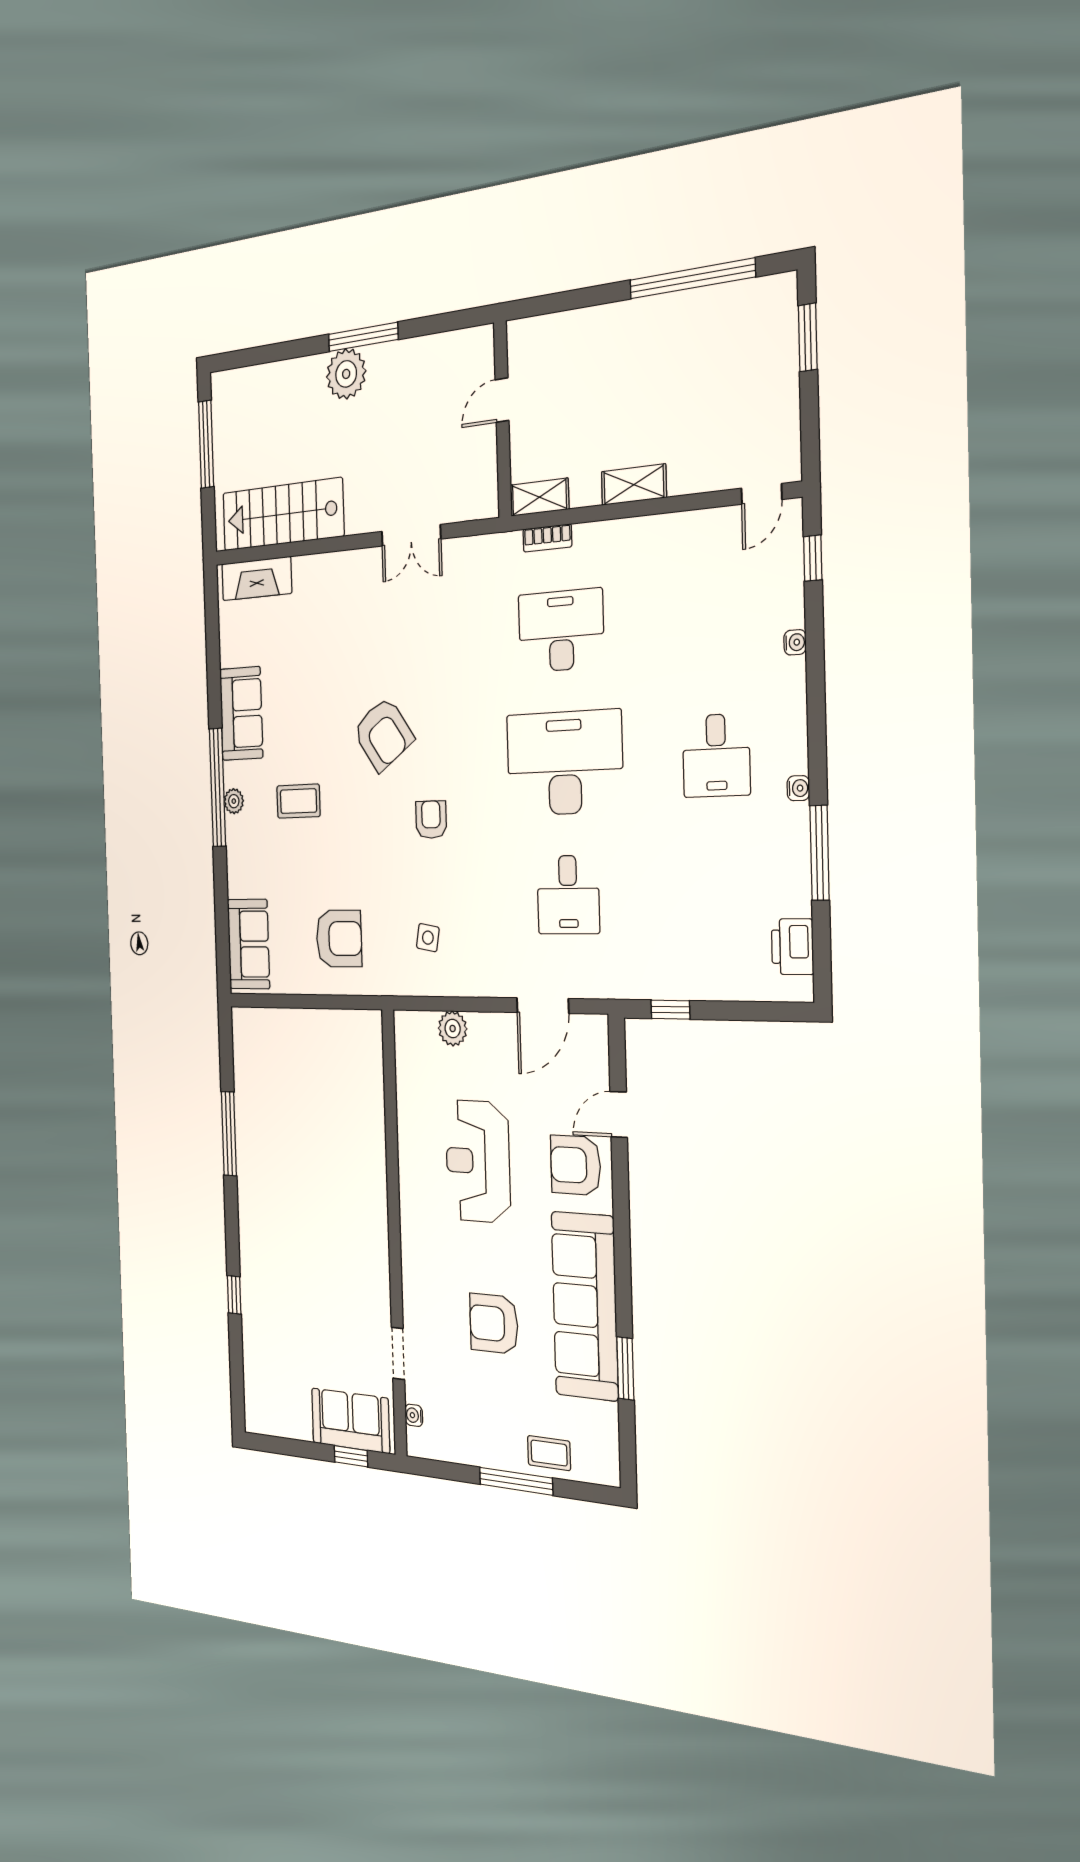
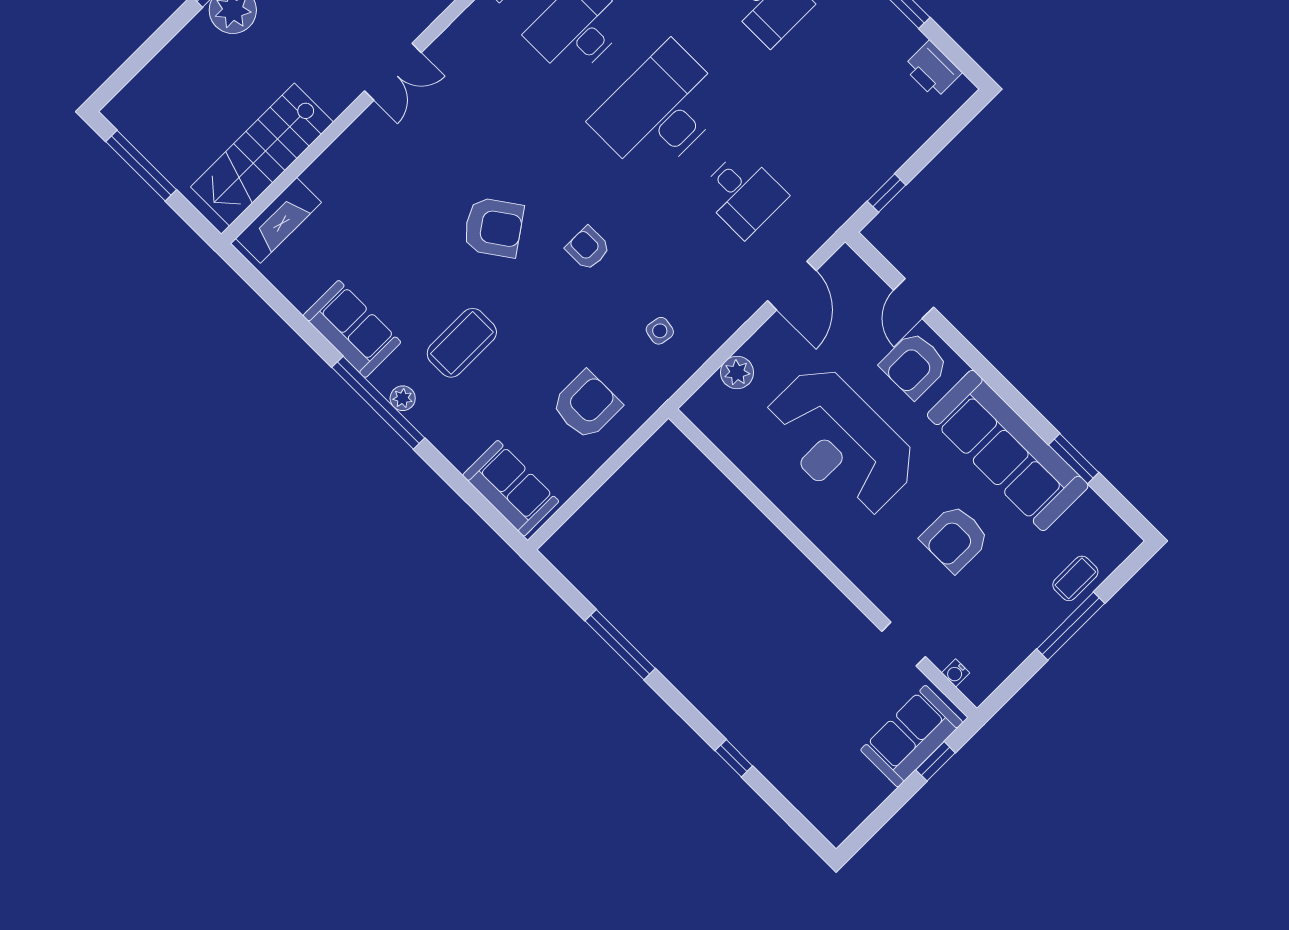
coffee table: (298, 801) -> (462, 343), width x1.36, depth x1.30
reception desk: (478, 1161) -> (840, 442), width x1.36, depth x1.30

